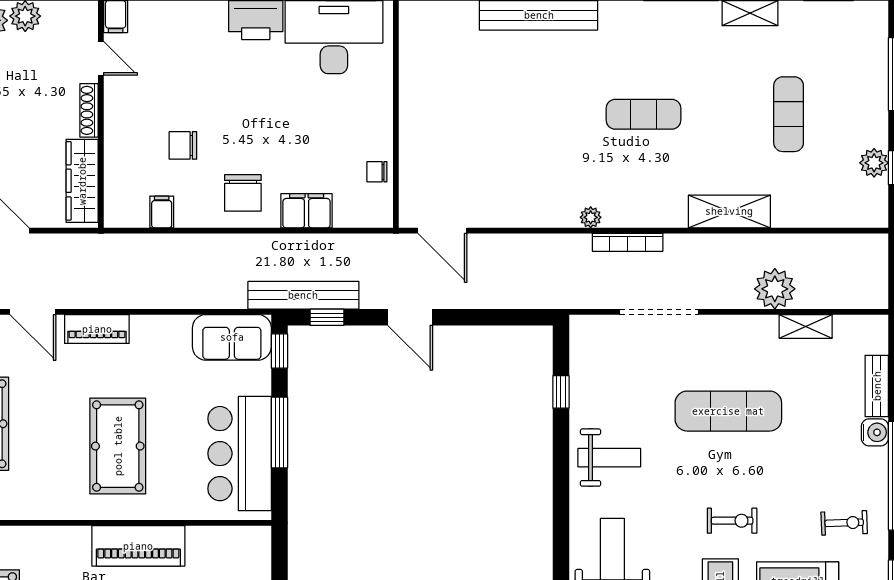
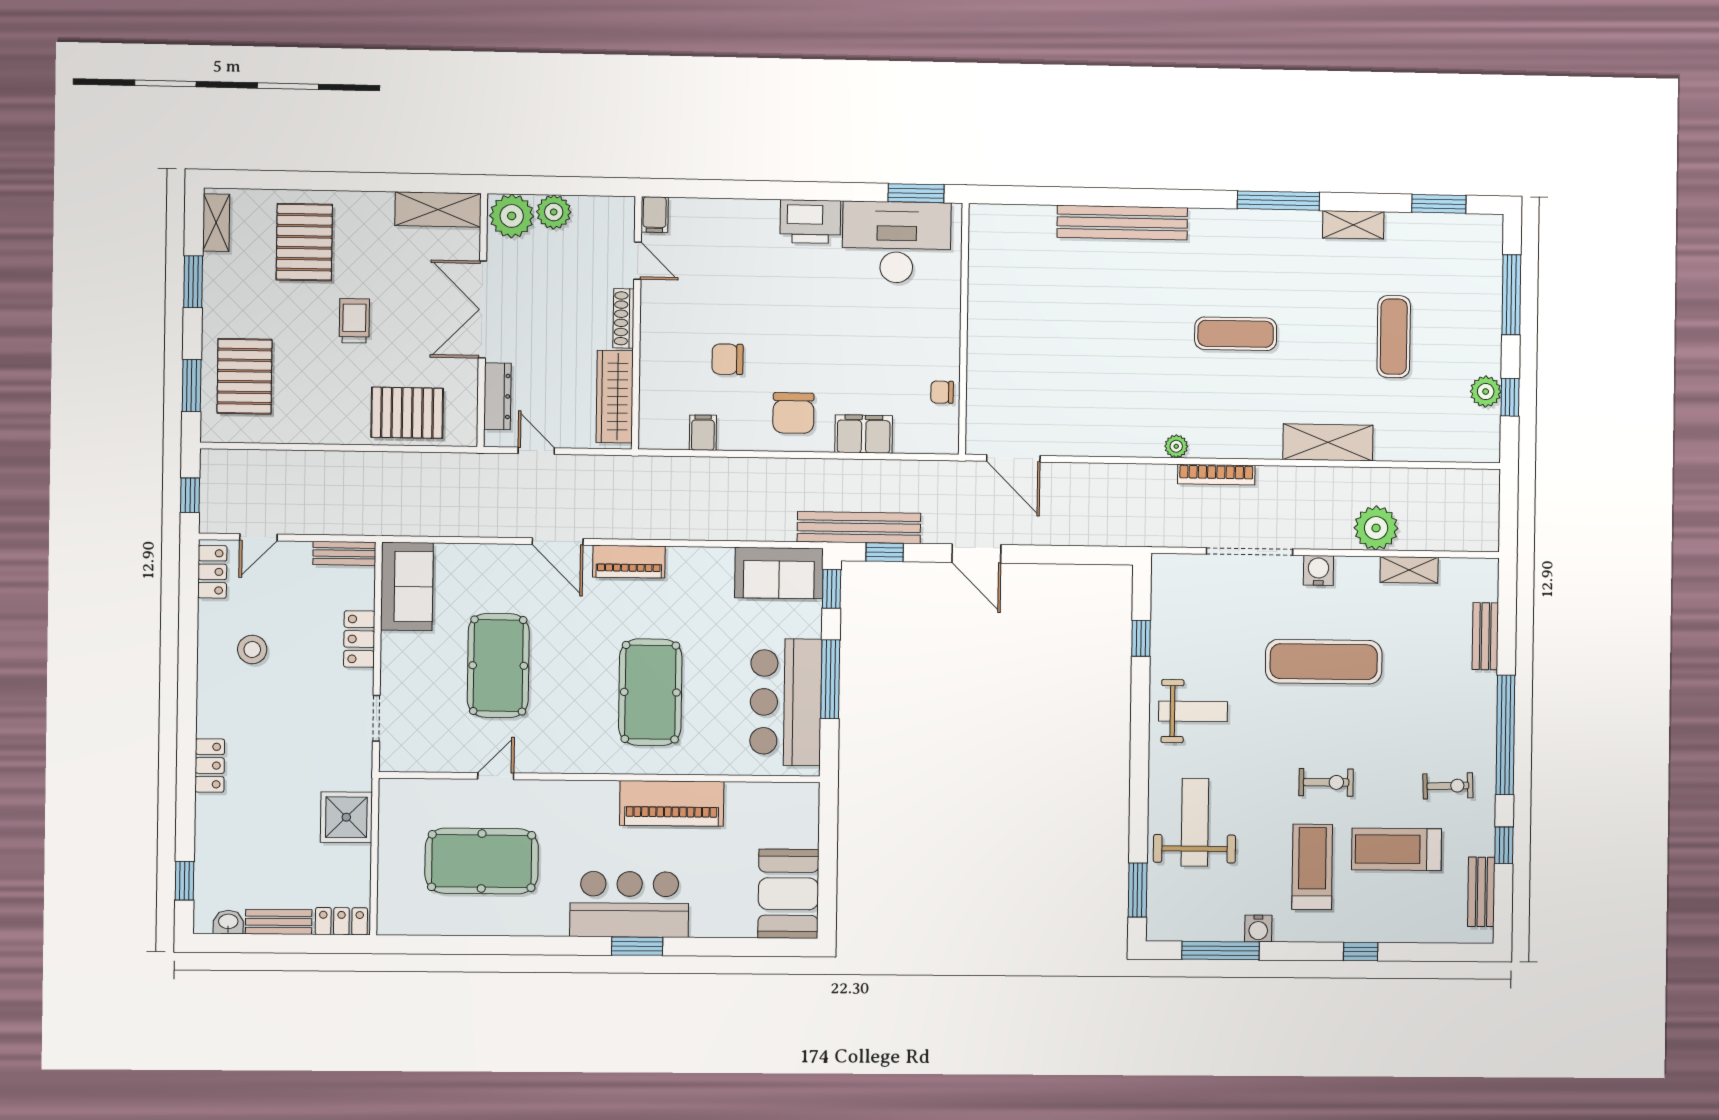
water cooler: (875, 432) -> (1318, 570), moved, turned -90

